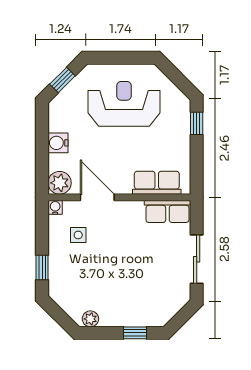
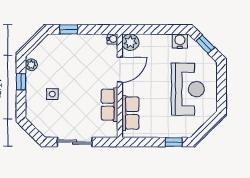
water cooler: (58, 143) -> (180, 41), moved
row of seats: (167, 211) -> (109, 105), moved
side table: (78, 235) -> (52, 94), moved
window: (135, 333) -> (21, 82), moved

